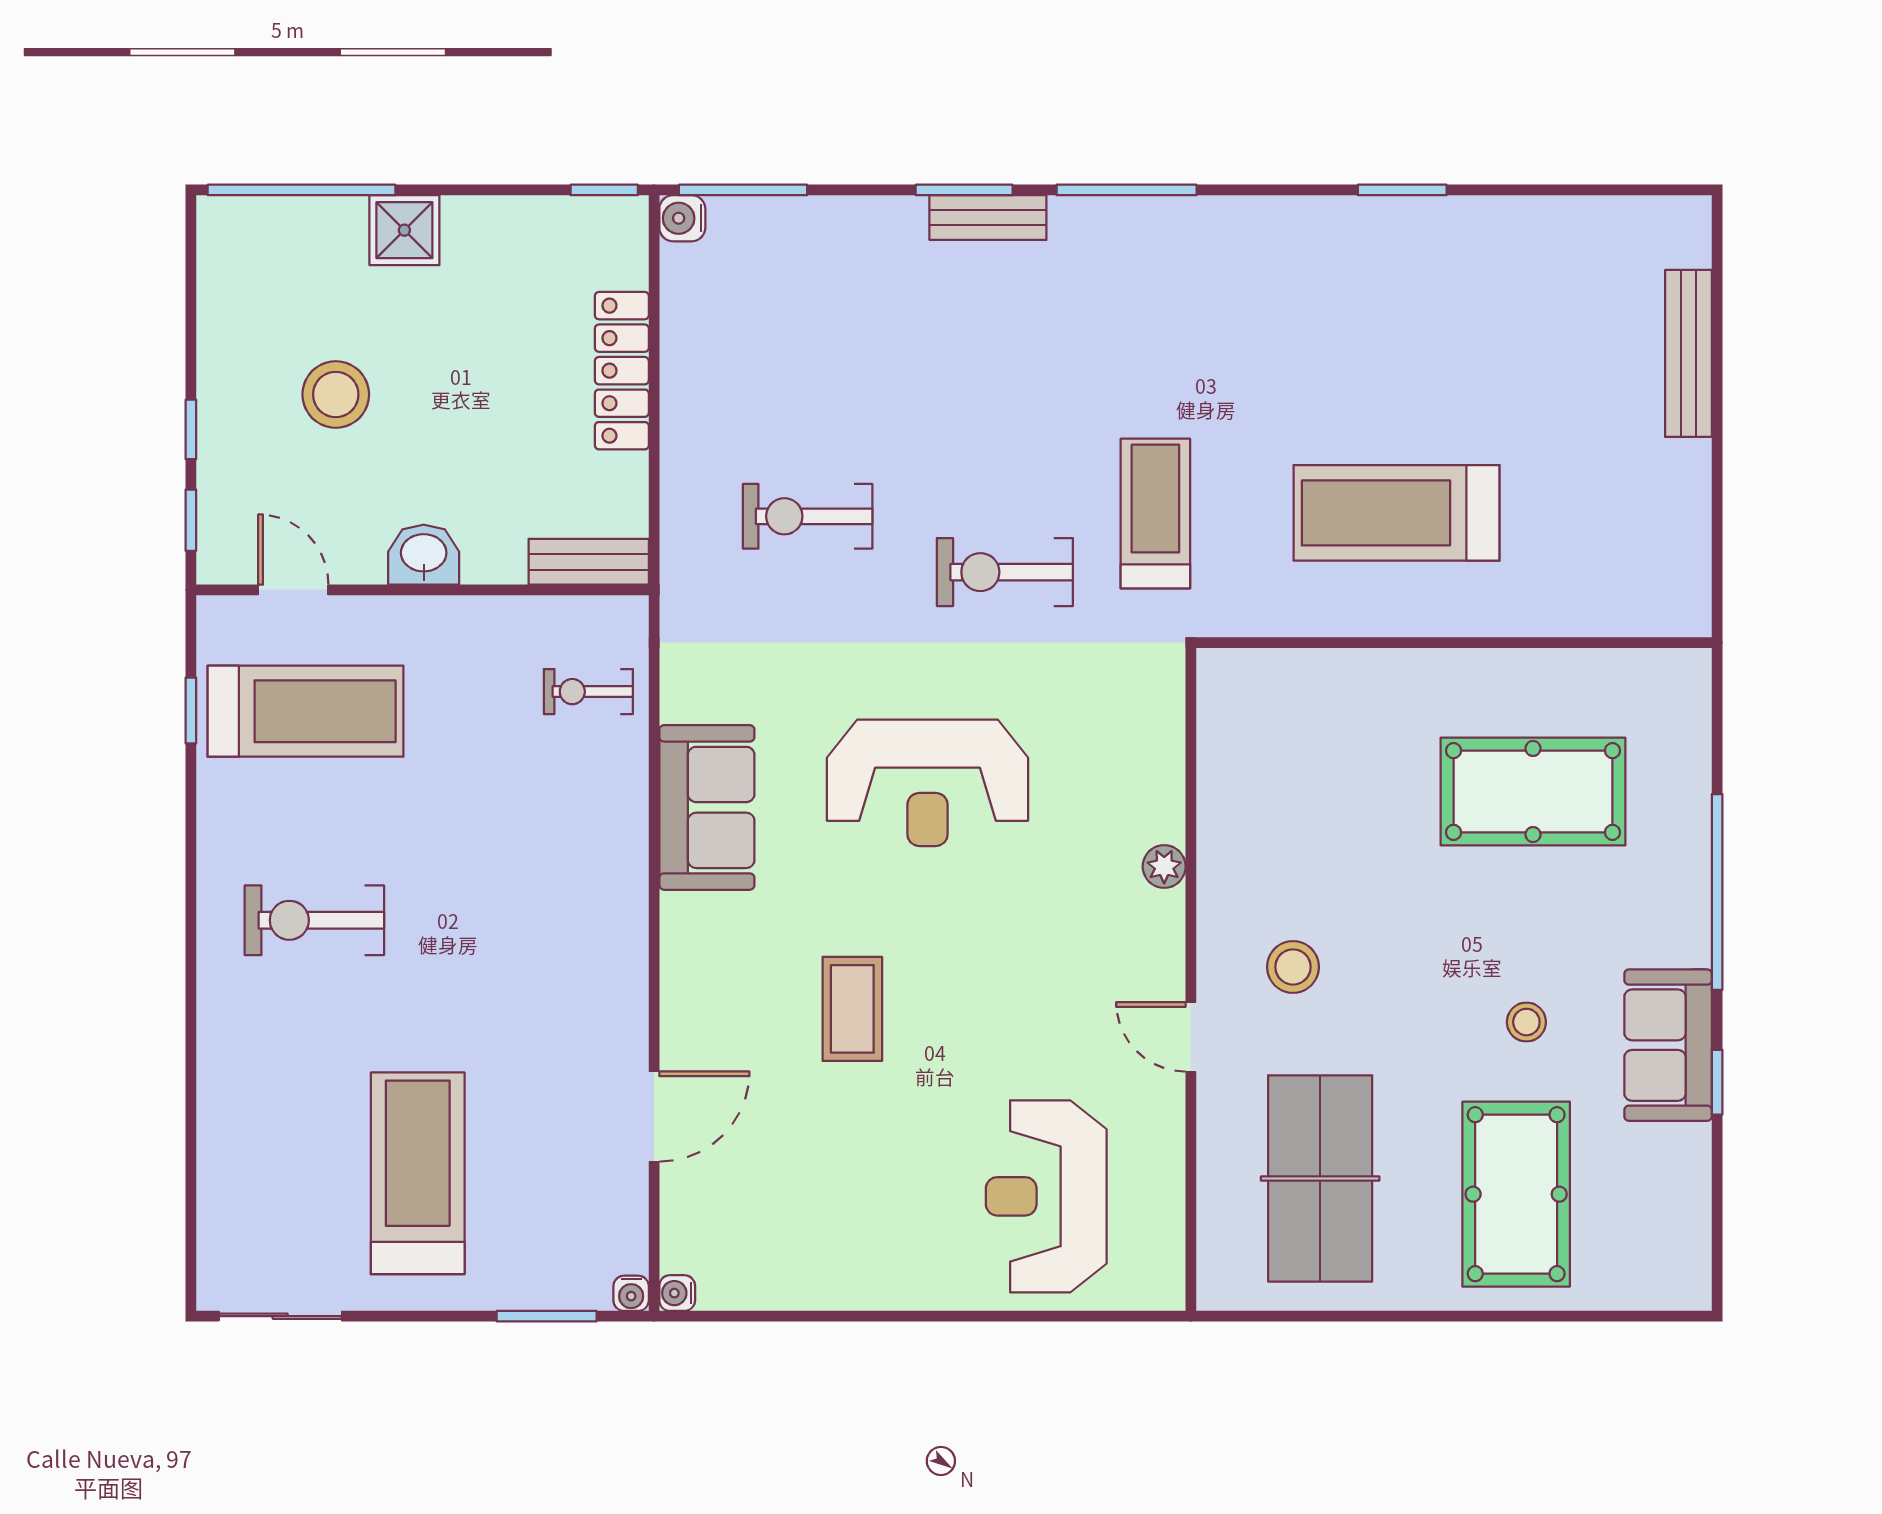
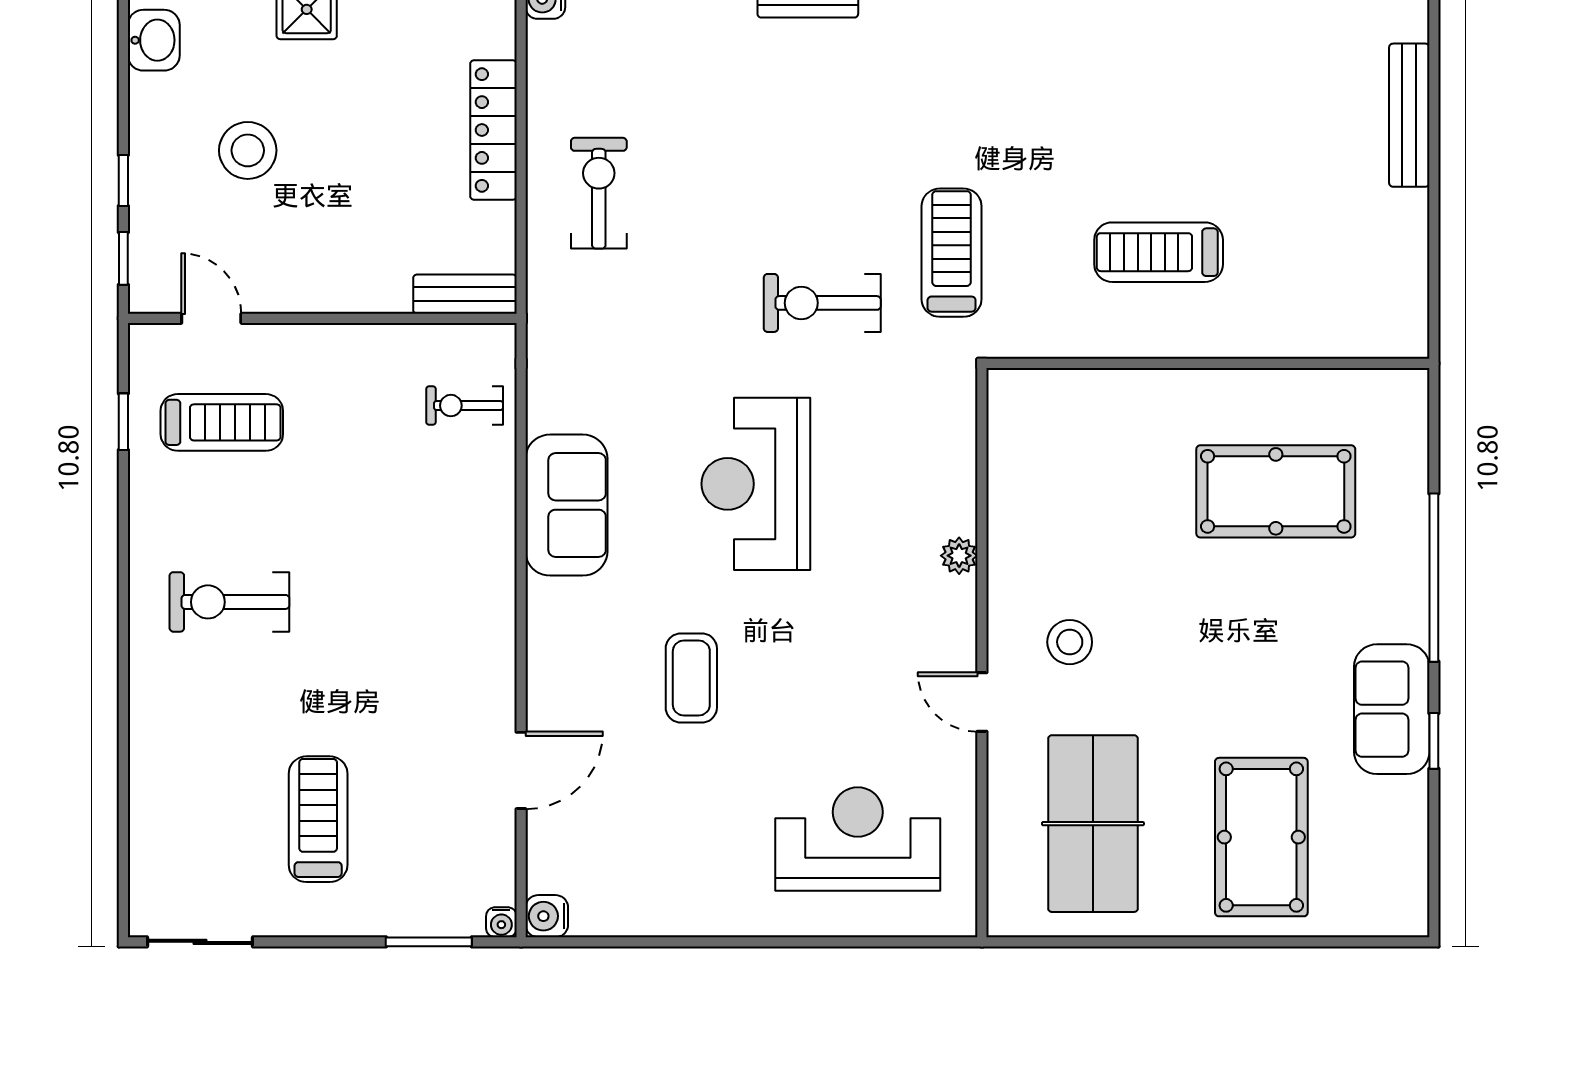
treadmill: (1396, 513) -> (1159, 252), width x0.73, depth x0.73
exercise bike: (808, 516) -> (599, 193), moved, turned 90
washbasin: (424, 555) -> (154, 40), moved, turned 90
treadmill: (306, 711) -> (222, 422), width x0.73, depth x0.73
reception desk: (928, 783) -> (756, 484), turned 90
stool: (1526, 1022) -> (1270, 689), removed
treadmill: (418, 1173) -> (318, 819), width x0.73, depth x0.73
reception desk: (1046, 1196) -> (858, 839), turned 90
water cooler: (677, 1293) -> (547, 916), width x1.38, depth x1.38

